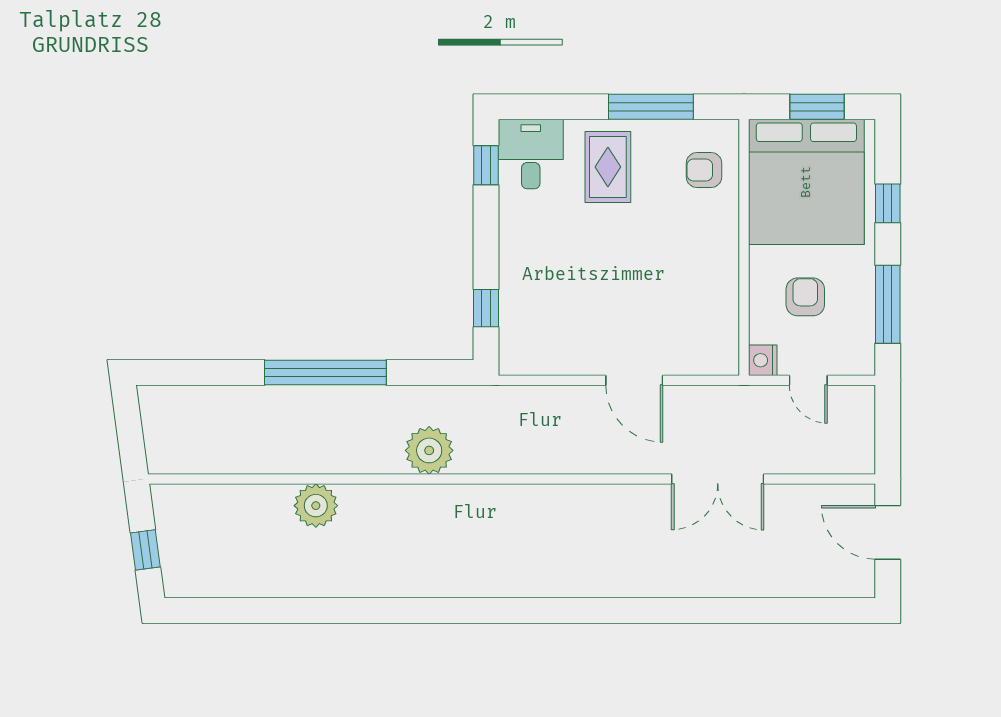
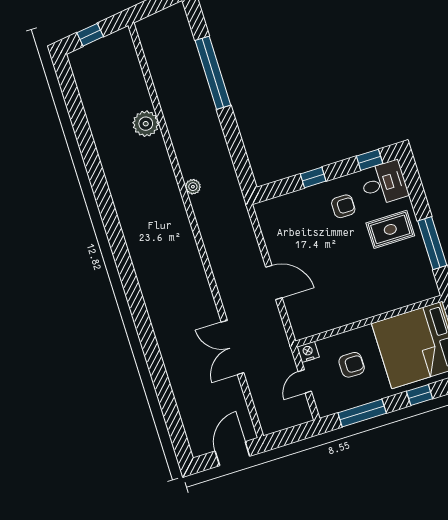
armchair: (704, 170) -> (343, 206), moved, turned 90
window: (486, 308) -> (313, 178), moved
window: (325, 373) -> (213, 73), moved
door: (634, 380) -> (274, 282), swing flipped
plant: (429, 450) -> (193, 187), width x0.53, depth x0.53

